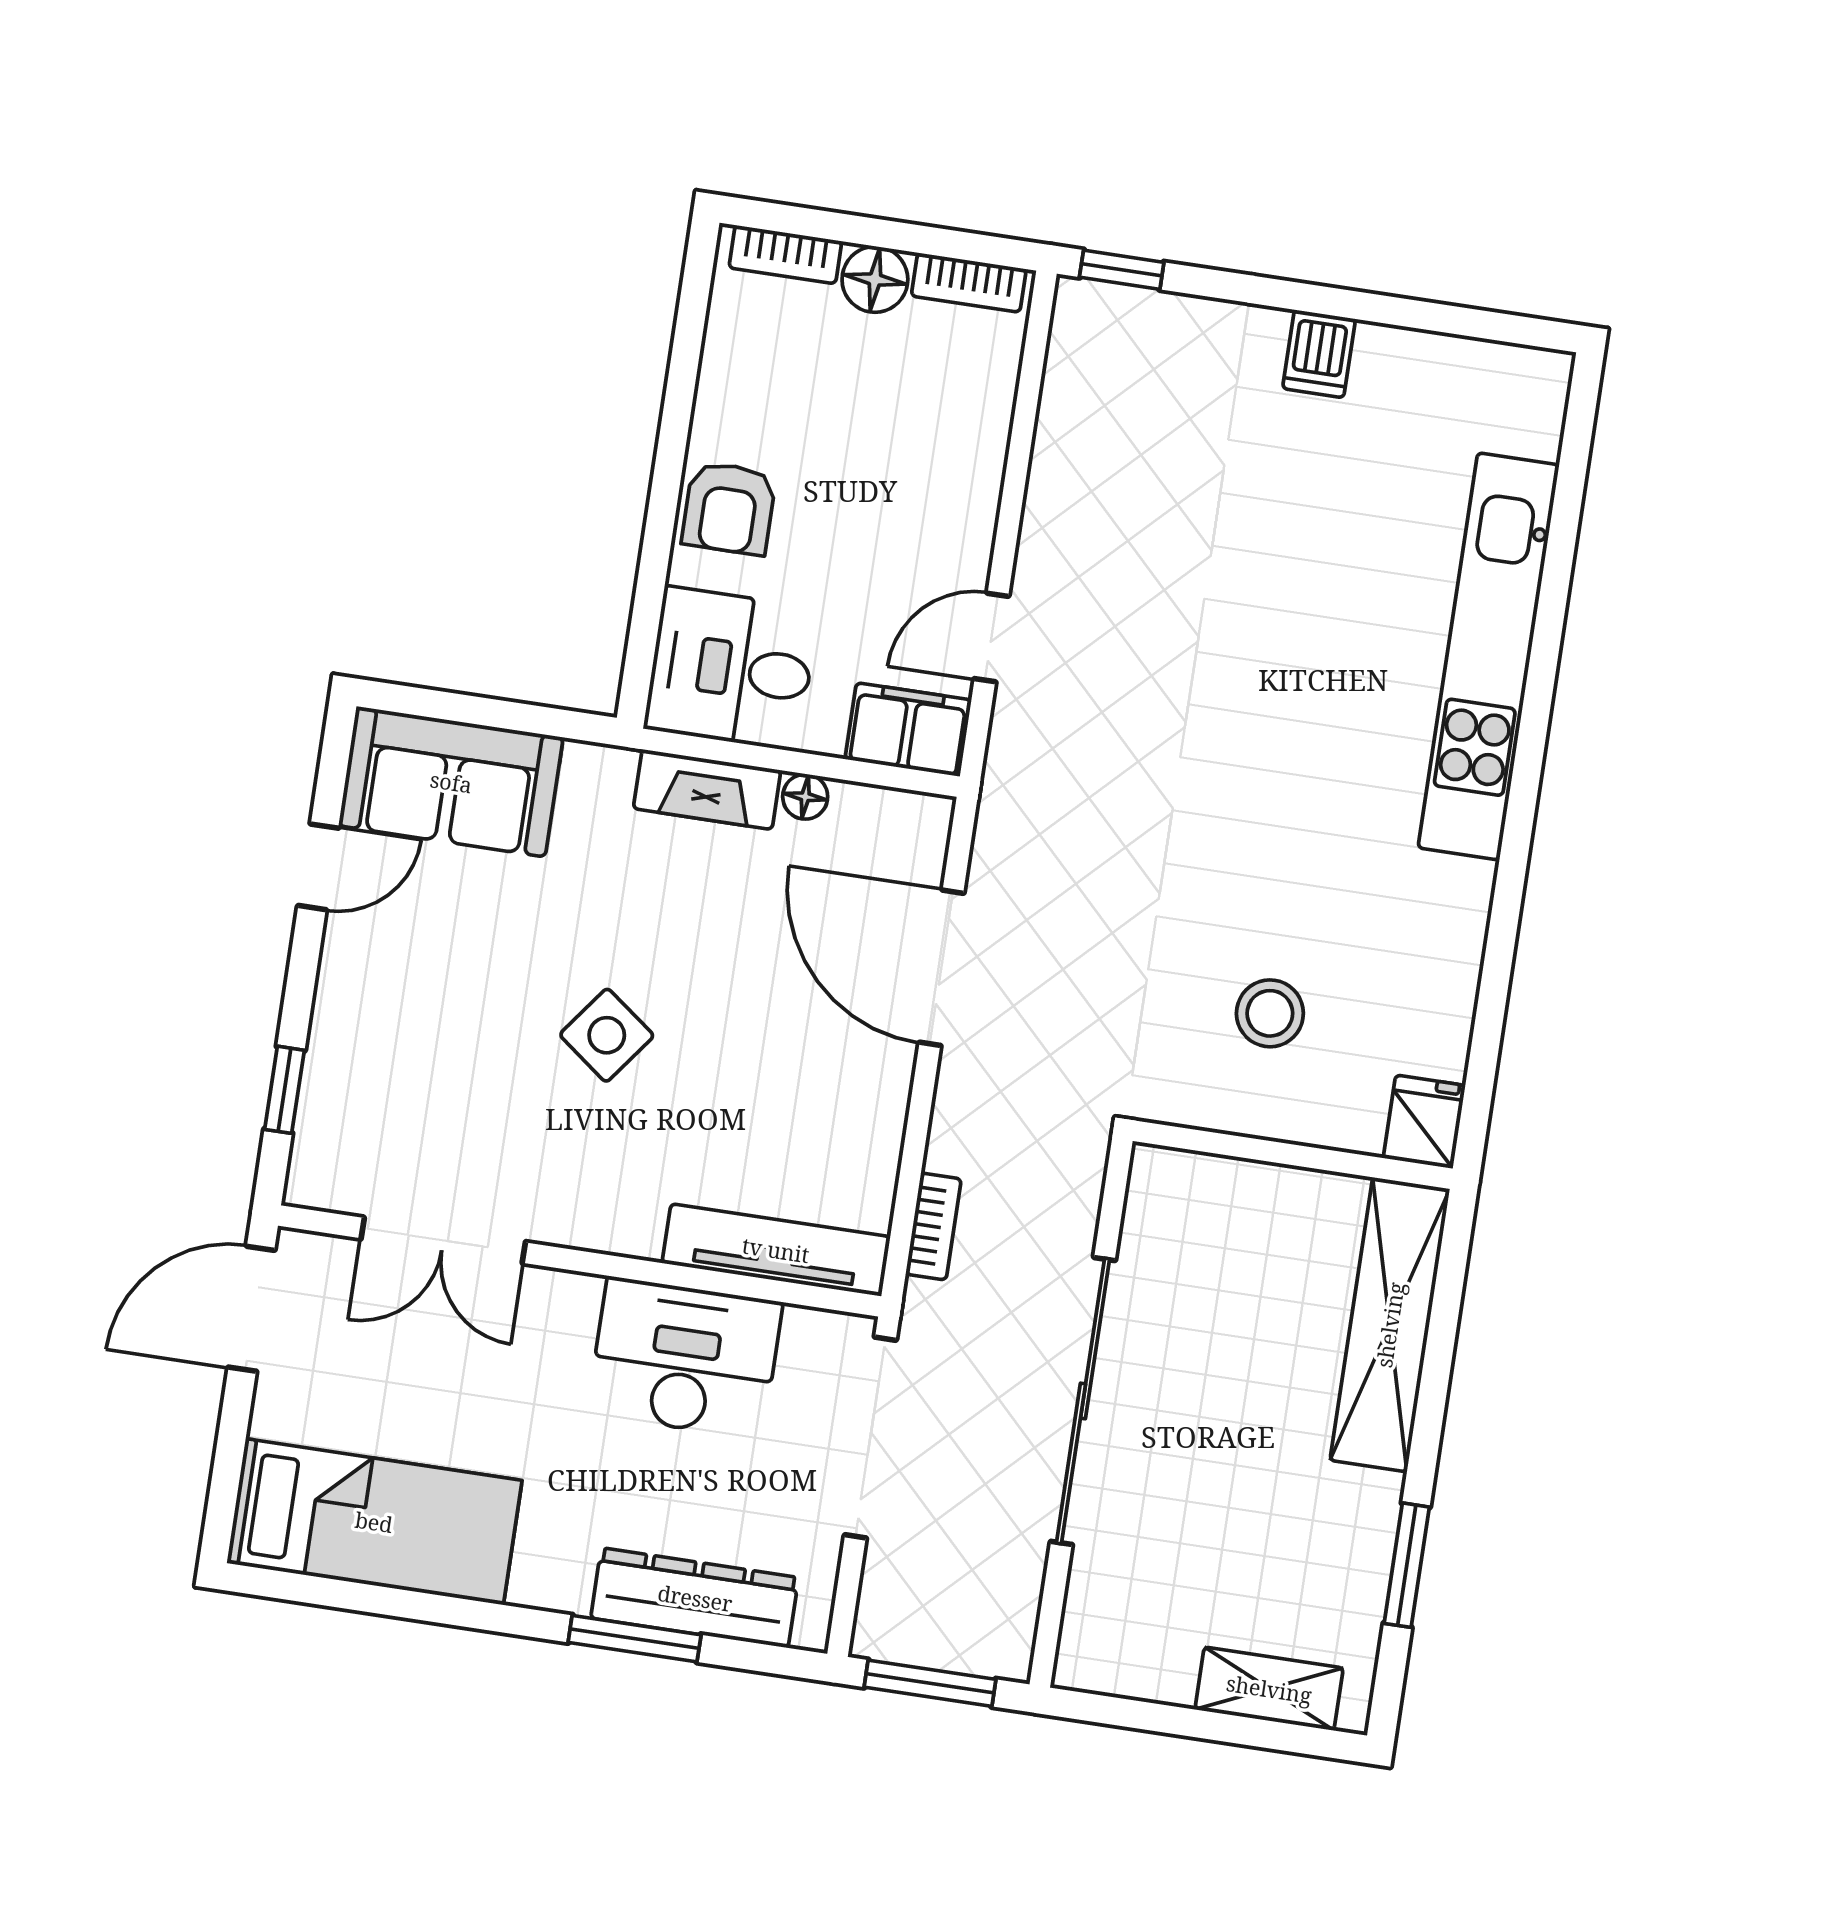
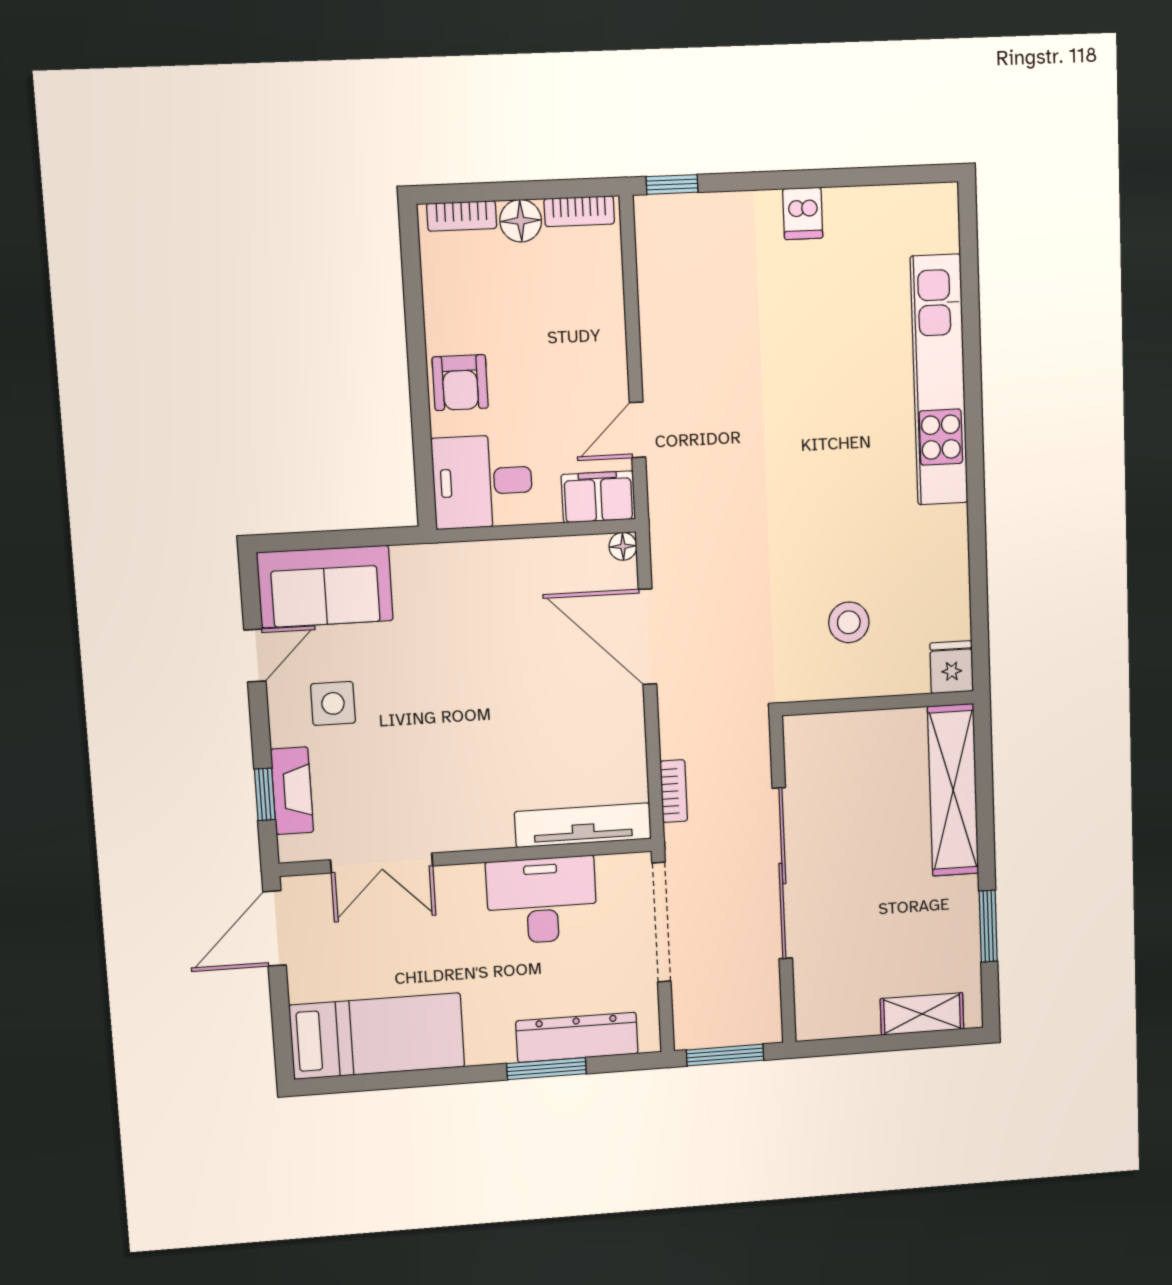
fireplace: (707, 789) -> (292, 791), moved, turned -90
floor lamp: (805, 797) -> (623, 546), moved
side table: (607, 1035) -> (333, 703), moved, turned -37

